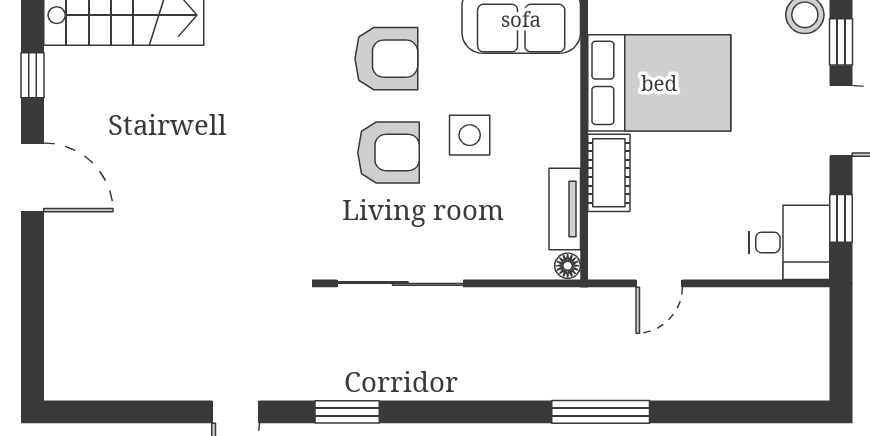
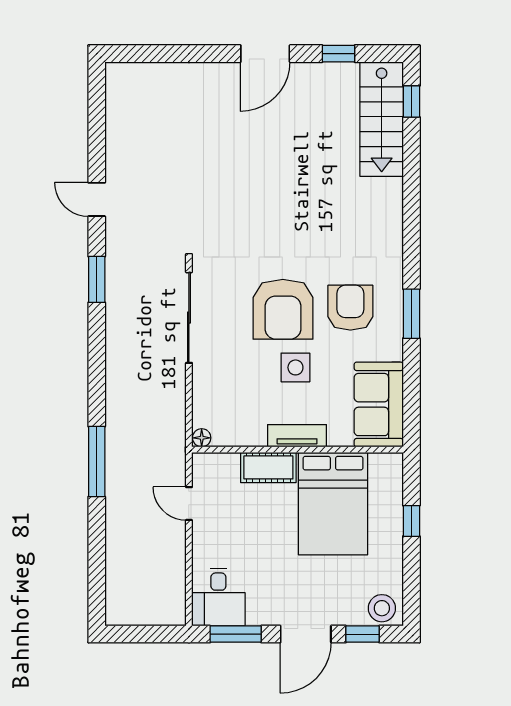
armchair: (386, 59) -> (350, 308), turned 180
armchair: (389, 153) -> (283, 309), width x1.36, depth x1.36
tv unit: (565, 209) -> (297, 436), moved
window: (841, 218) -> (236, 634), width x1.50

